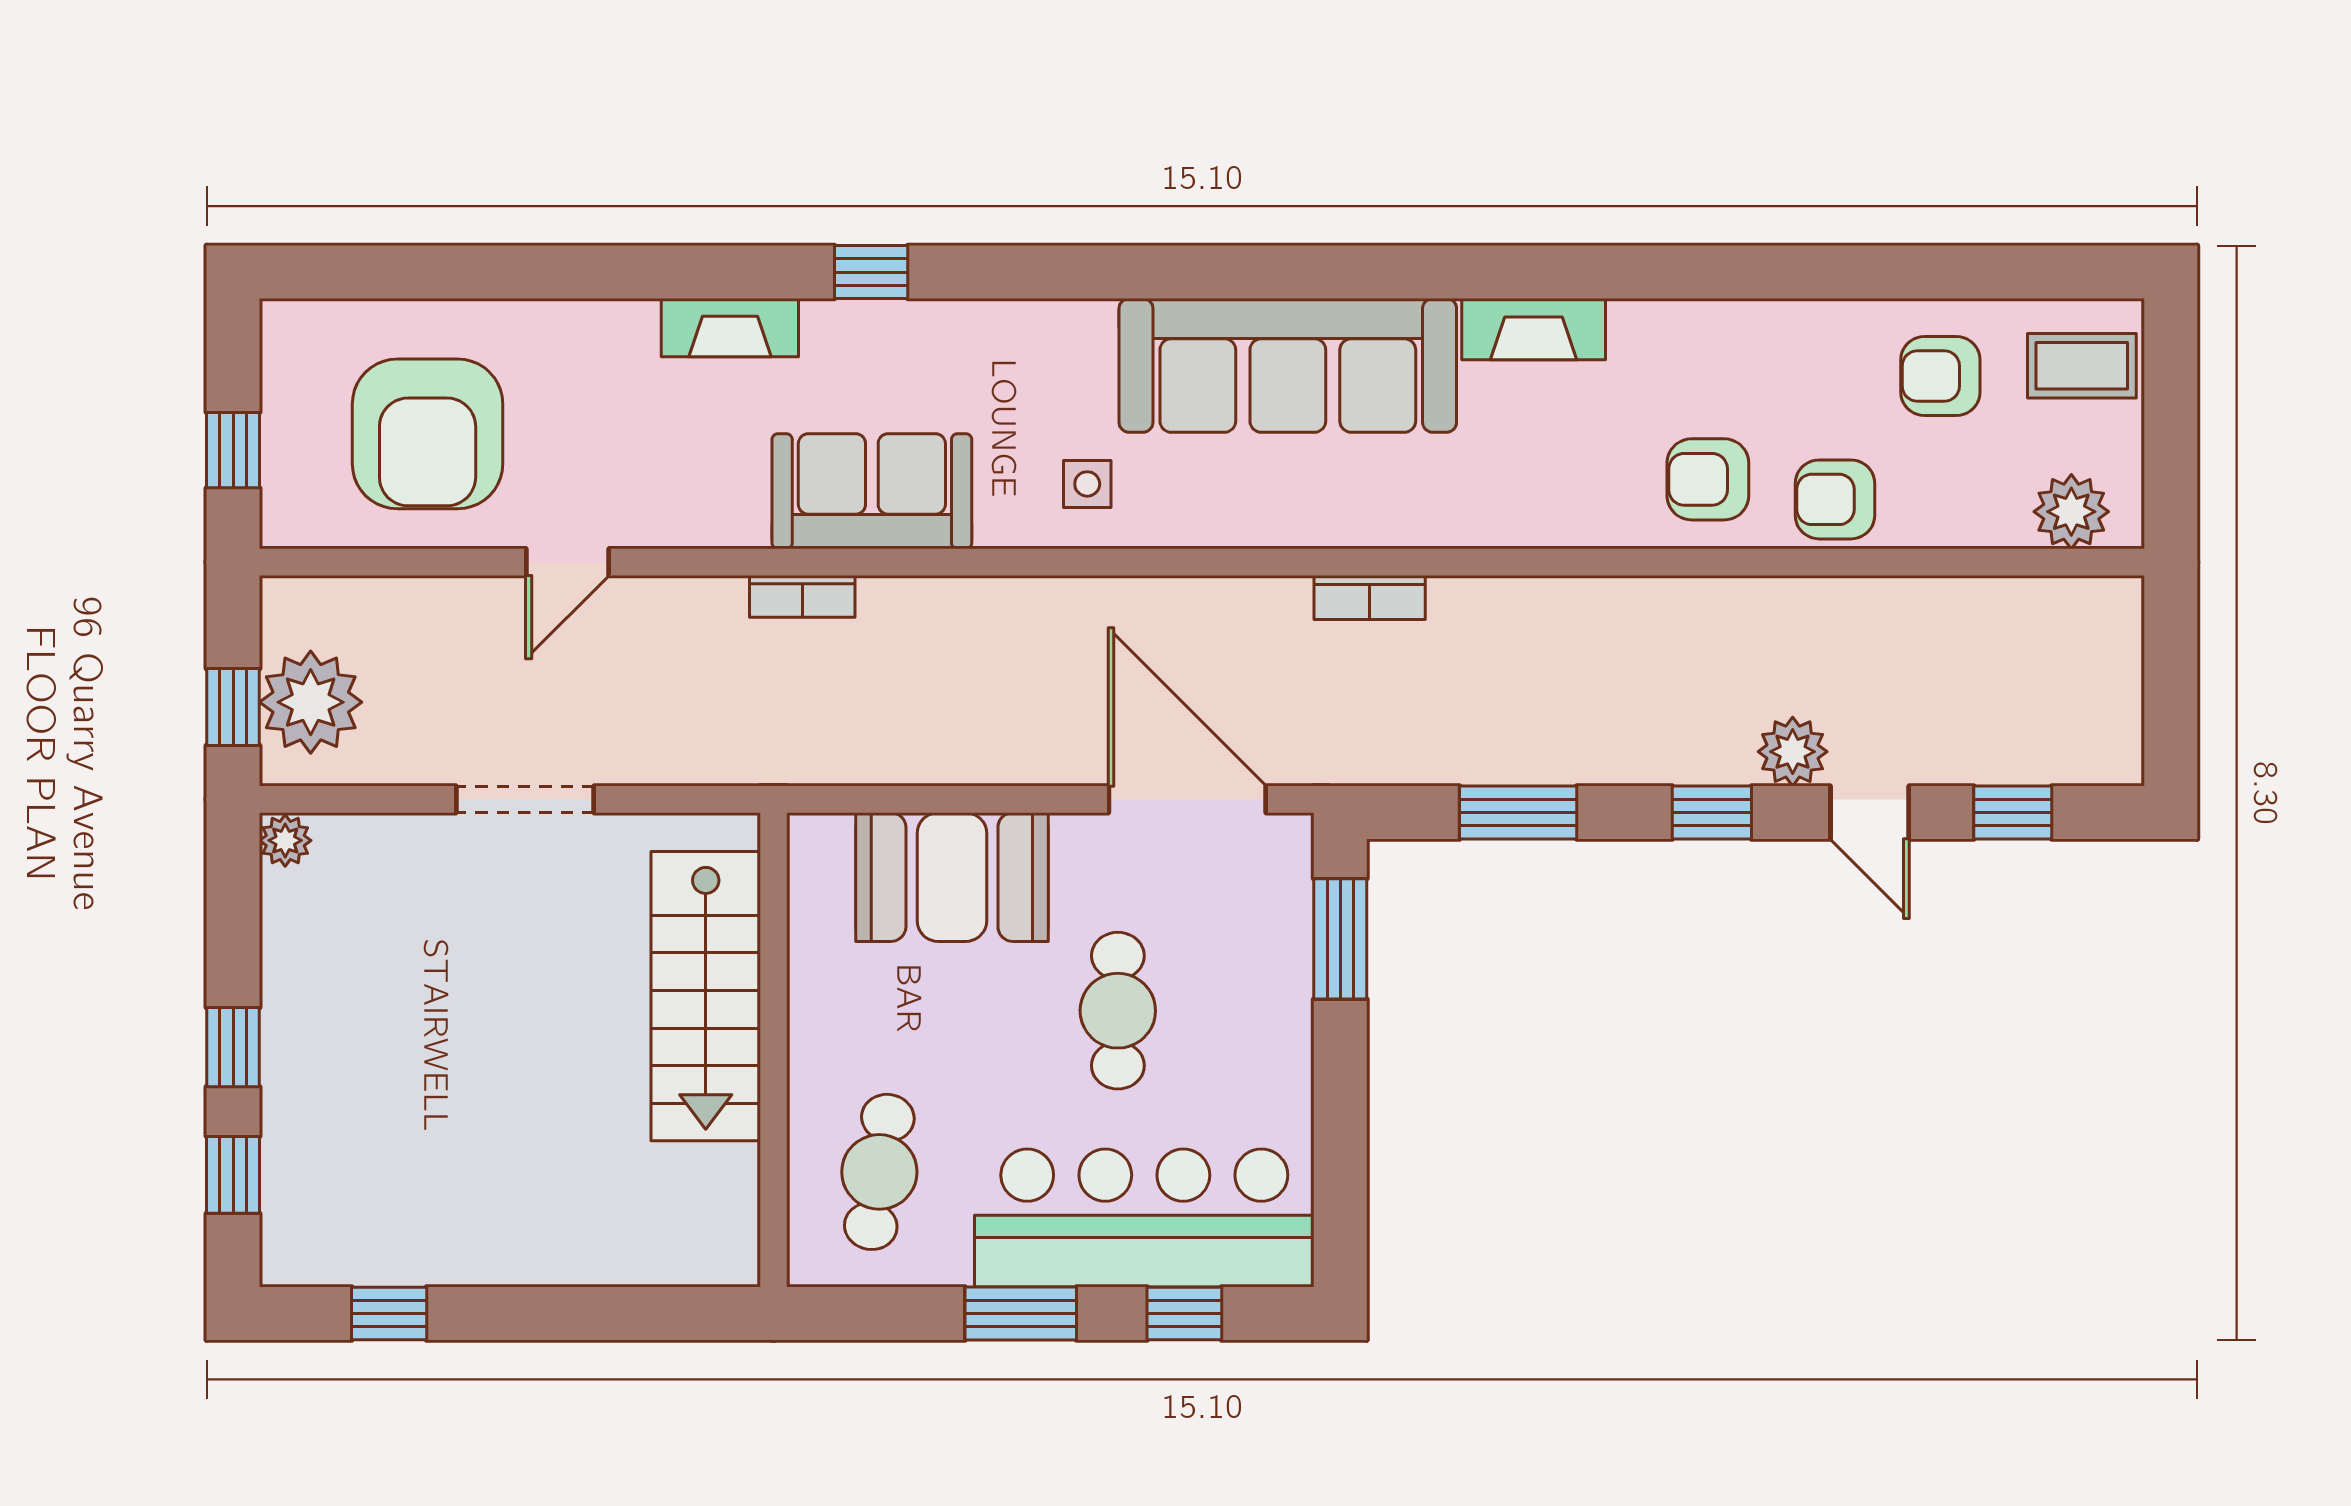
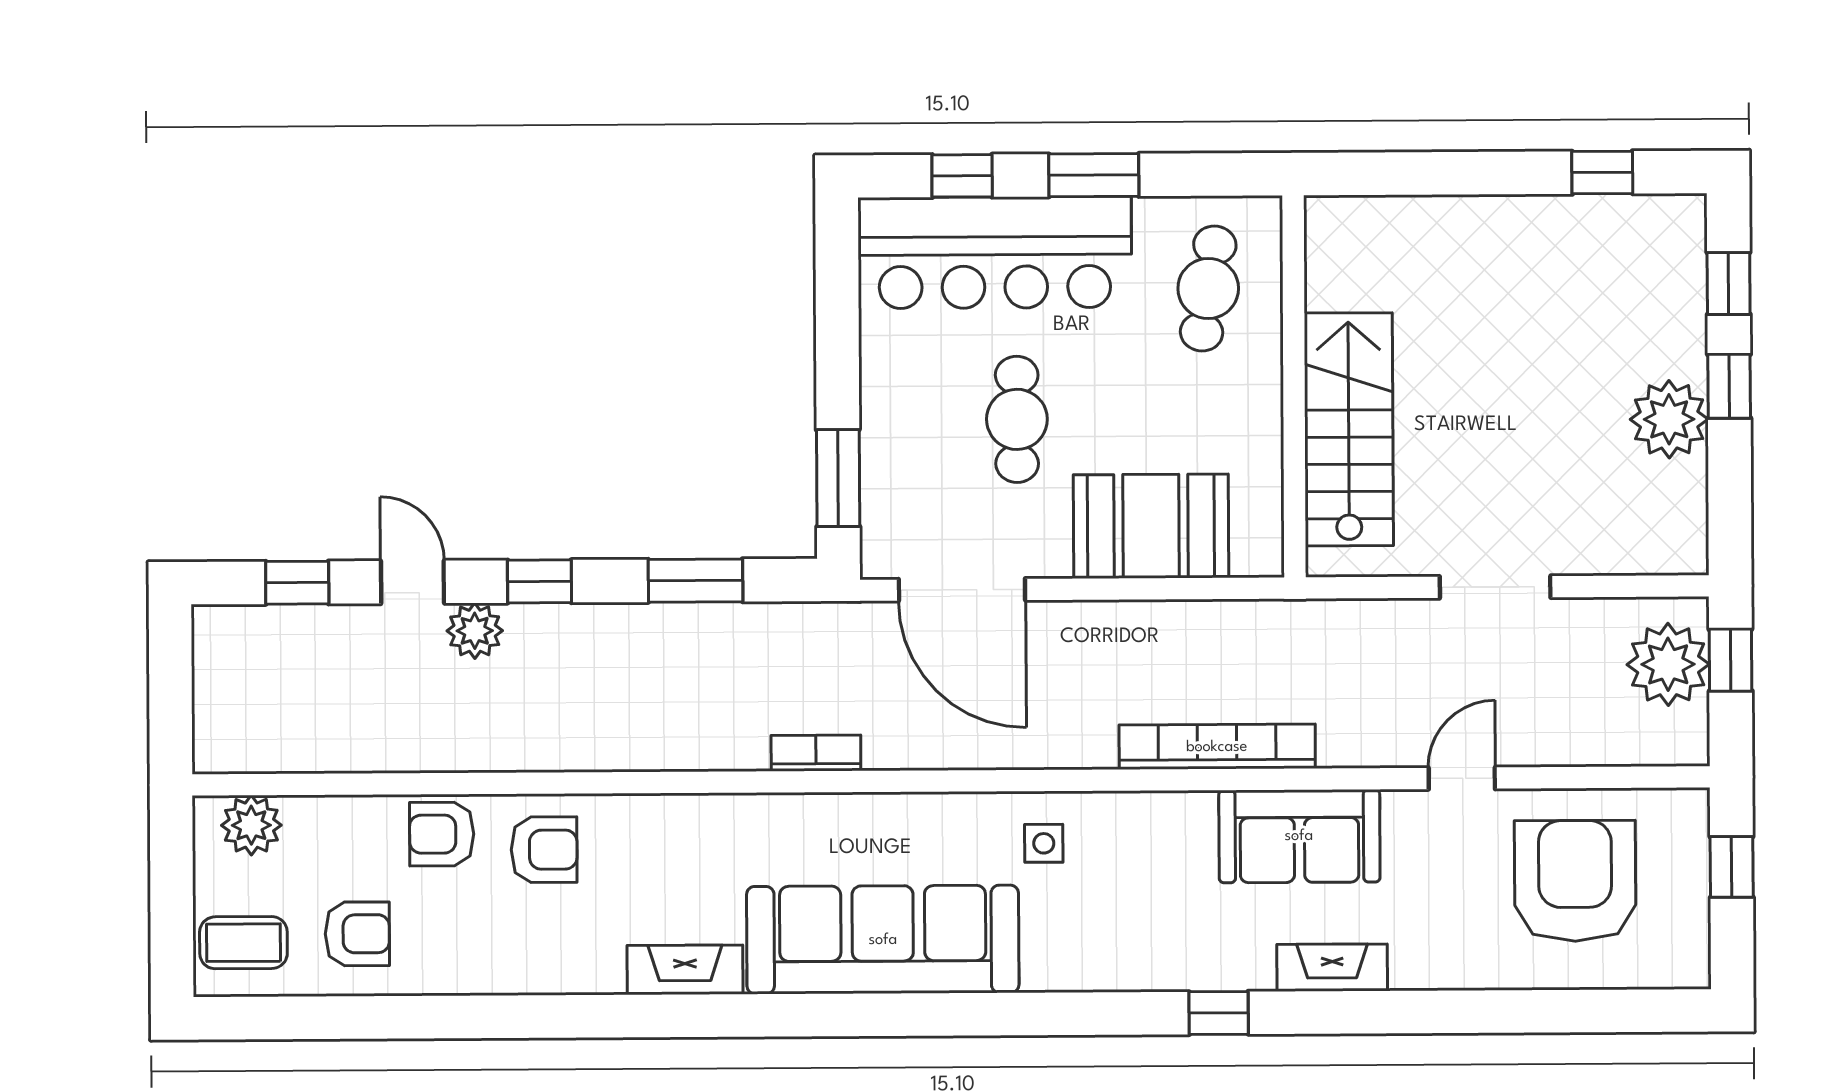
sofa: (872, 491) -> (1299, 836), moved
armchair: (1835, 499) -> (442, 834), turned 180
bookcase: (802, 596) -> (1217, 747), width x2.31, depth x1.31
plant: (285, 840) -> (1669, 419), moved, width x1.88, depth x1.88

